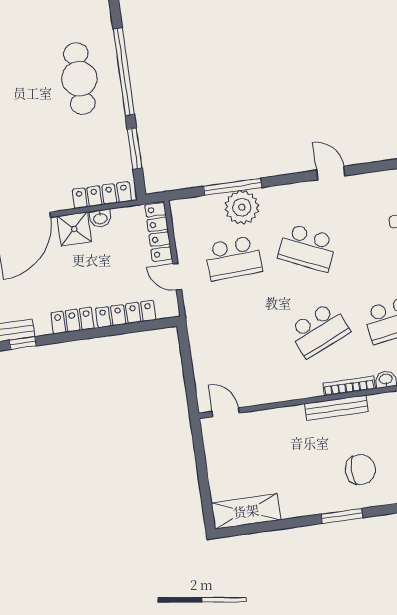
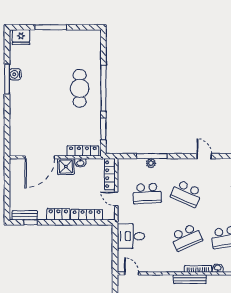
plant: (242, 207) -> (151, 163), width x0.53, depth x0.53
desk: (214, 343) -> (131, 236), added

